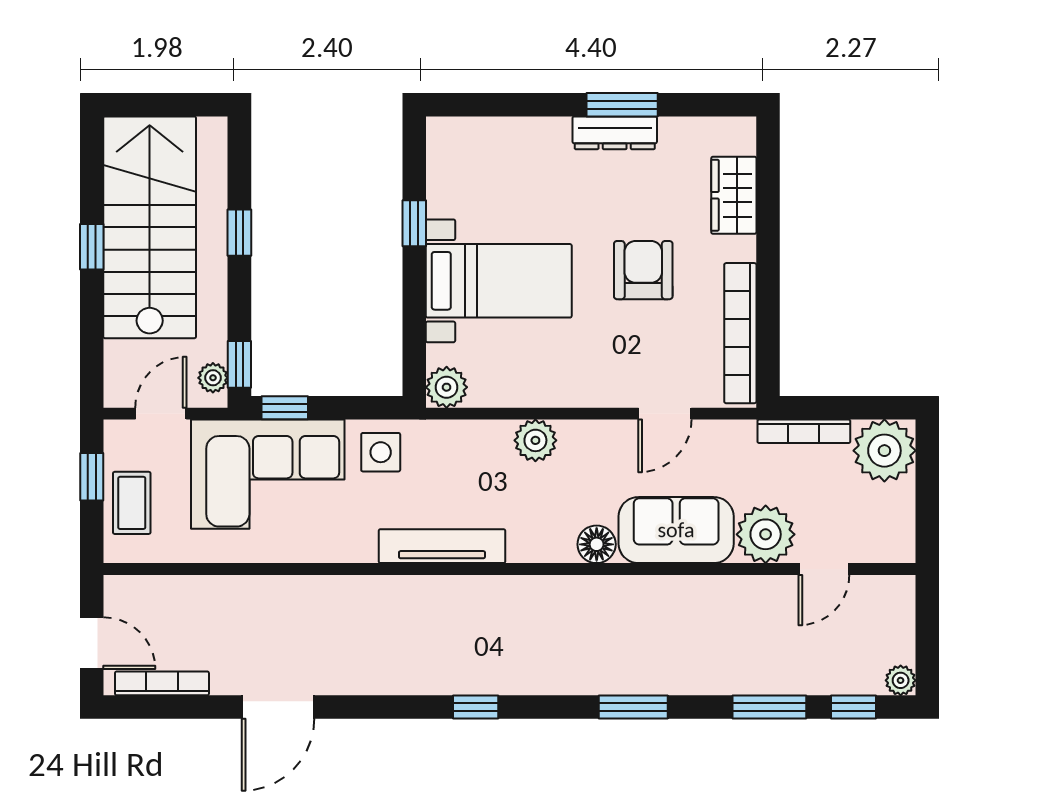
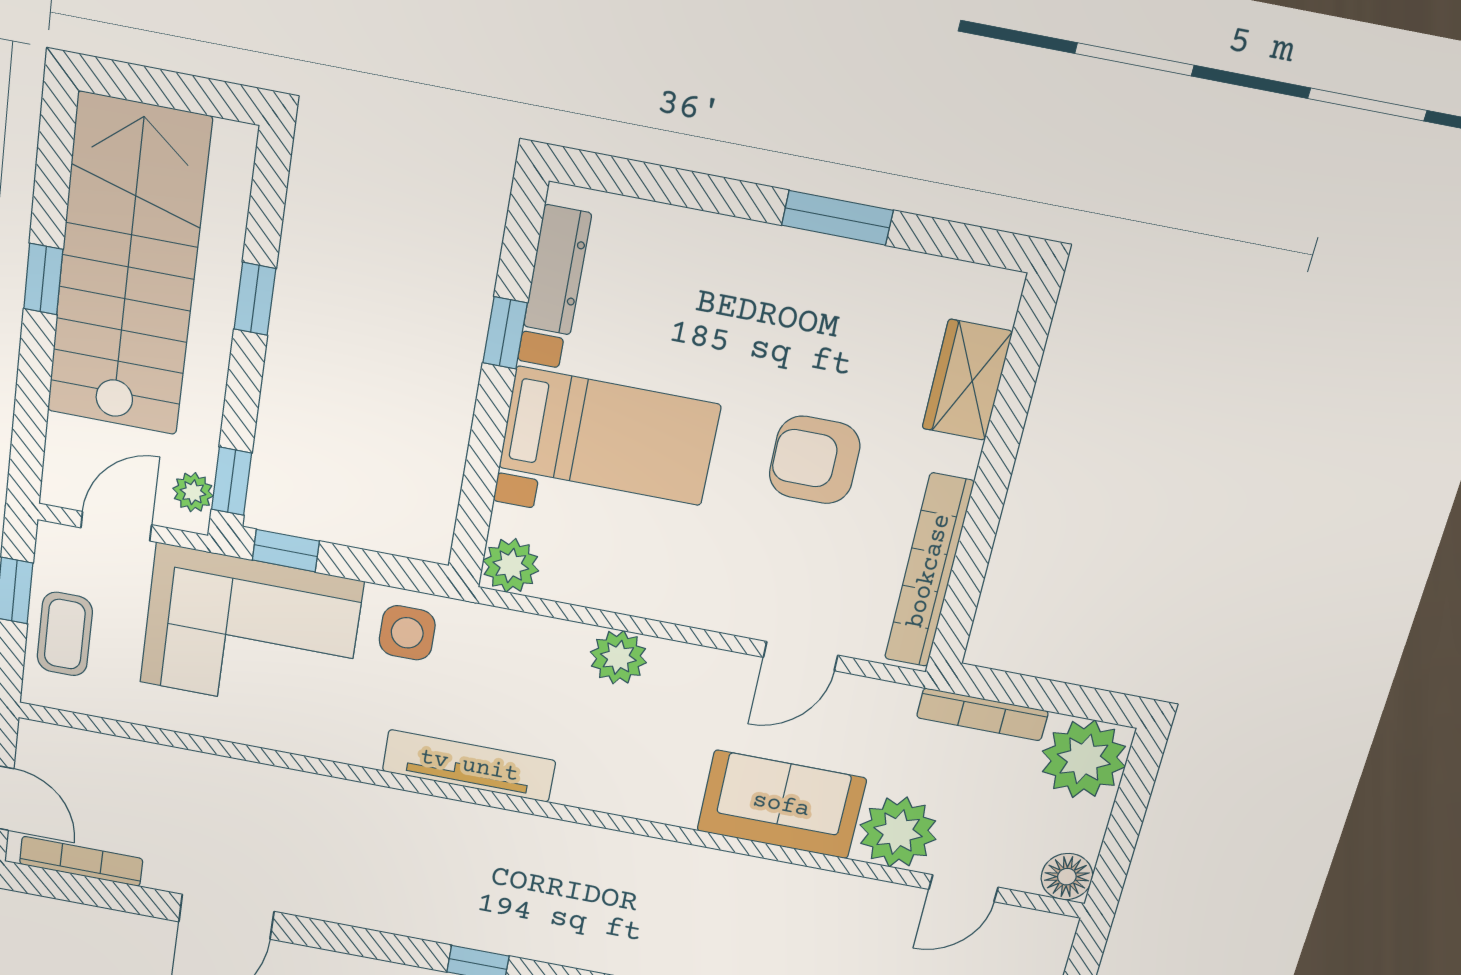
dresser: (615, 133) -> (557, 270), moved, turned -90
armchair: (643, 270) -> (815, 460), turned -90
floor lamp: (597, 544) -> (1067, 877), moved

